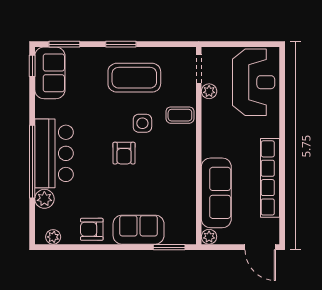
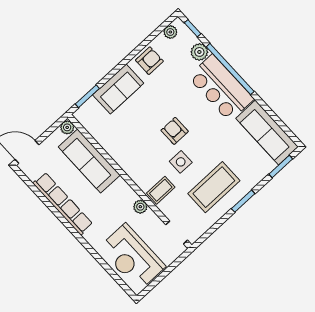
window: (32, 66) -> (193, 28), moved
sofa: (50, 73) -> (267, 133), width x1.36
plant: (209, 91) -> (140, 207), moved

